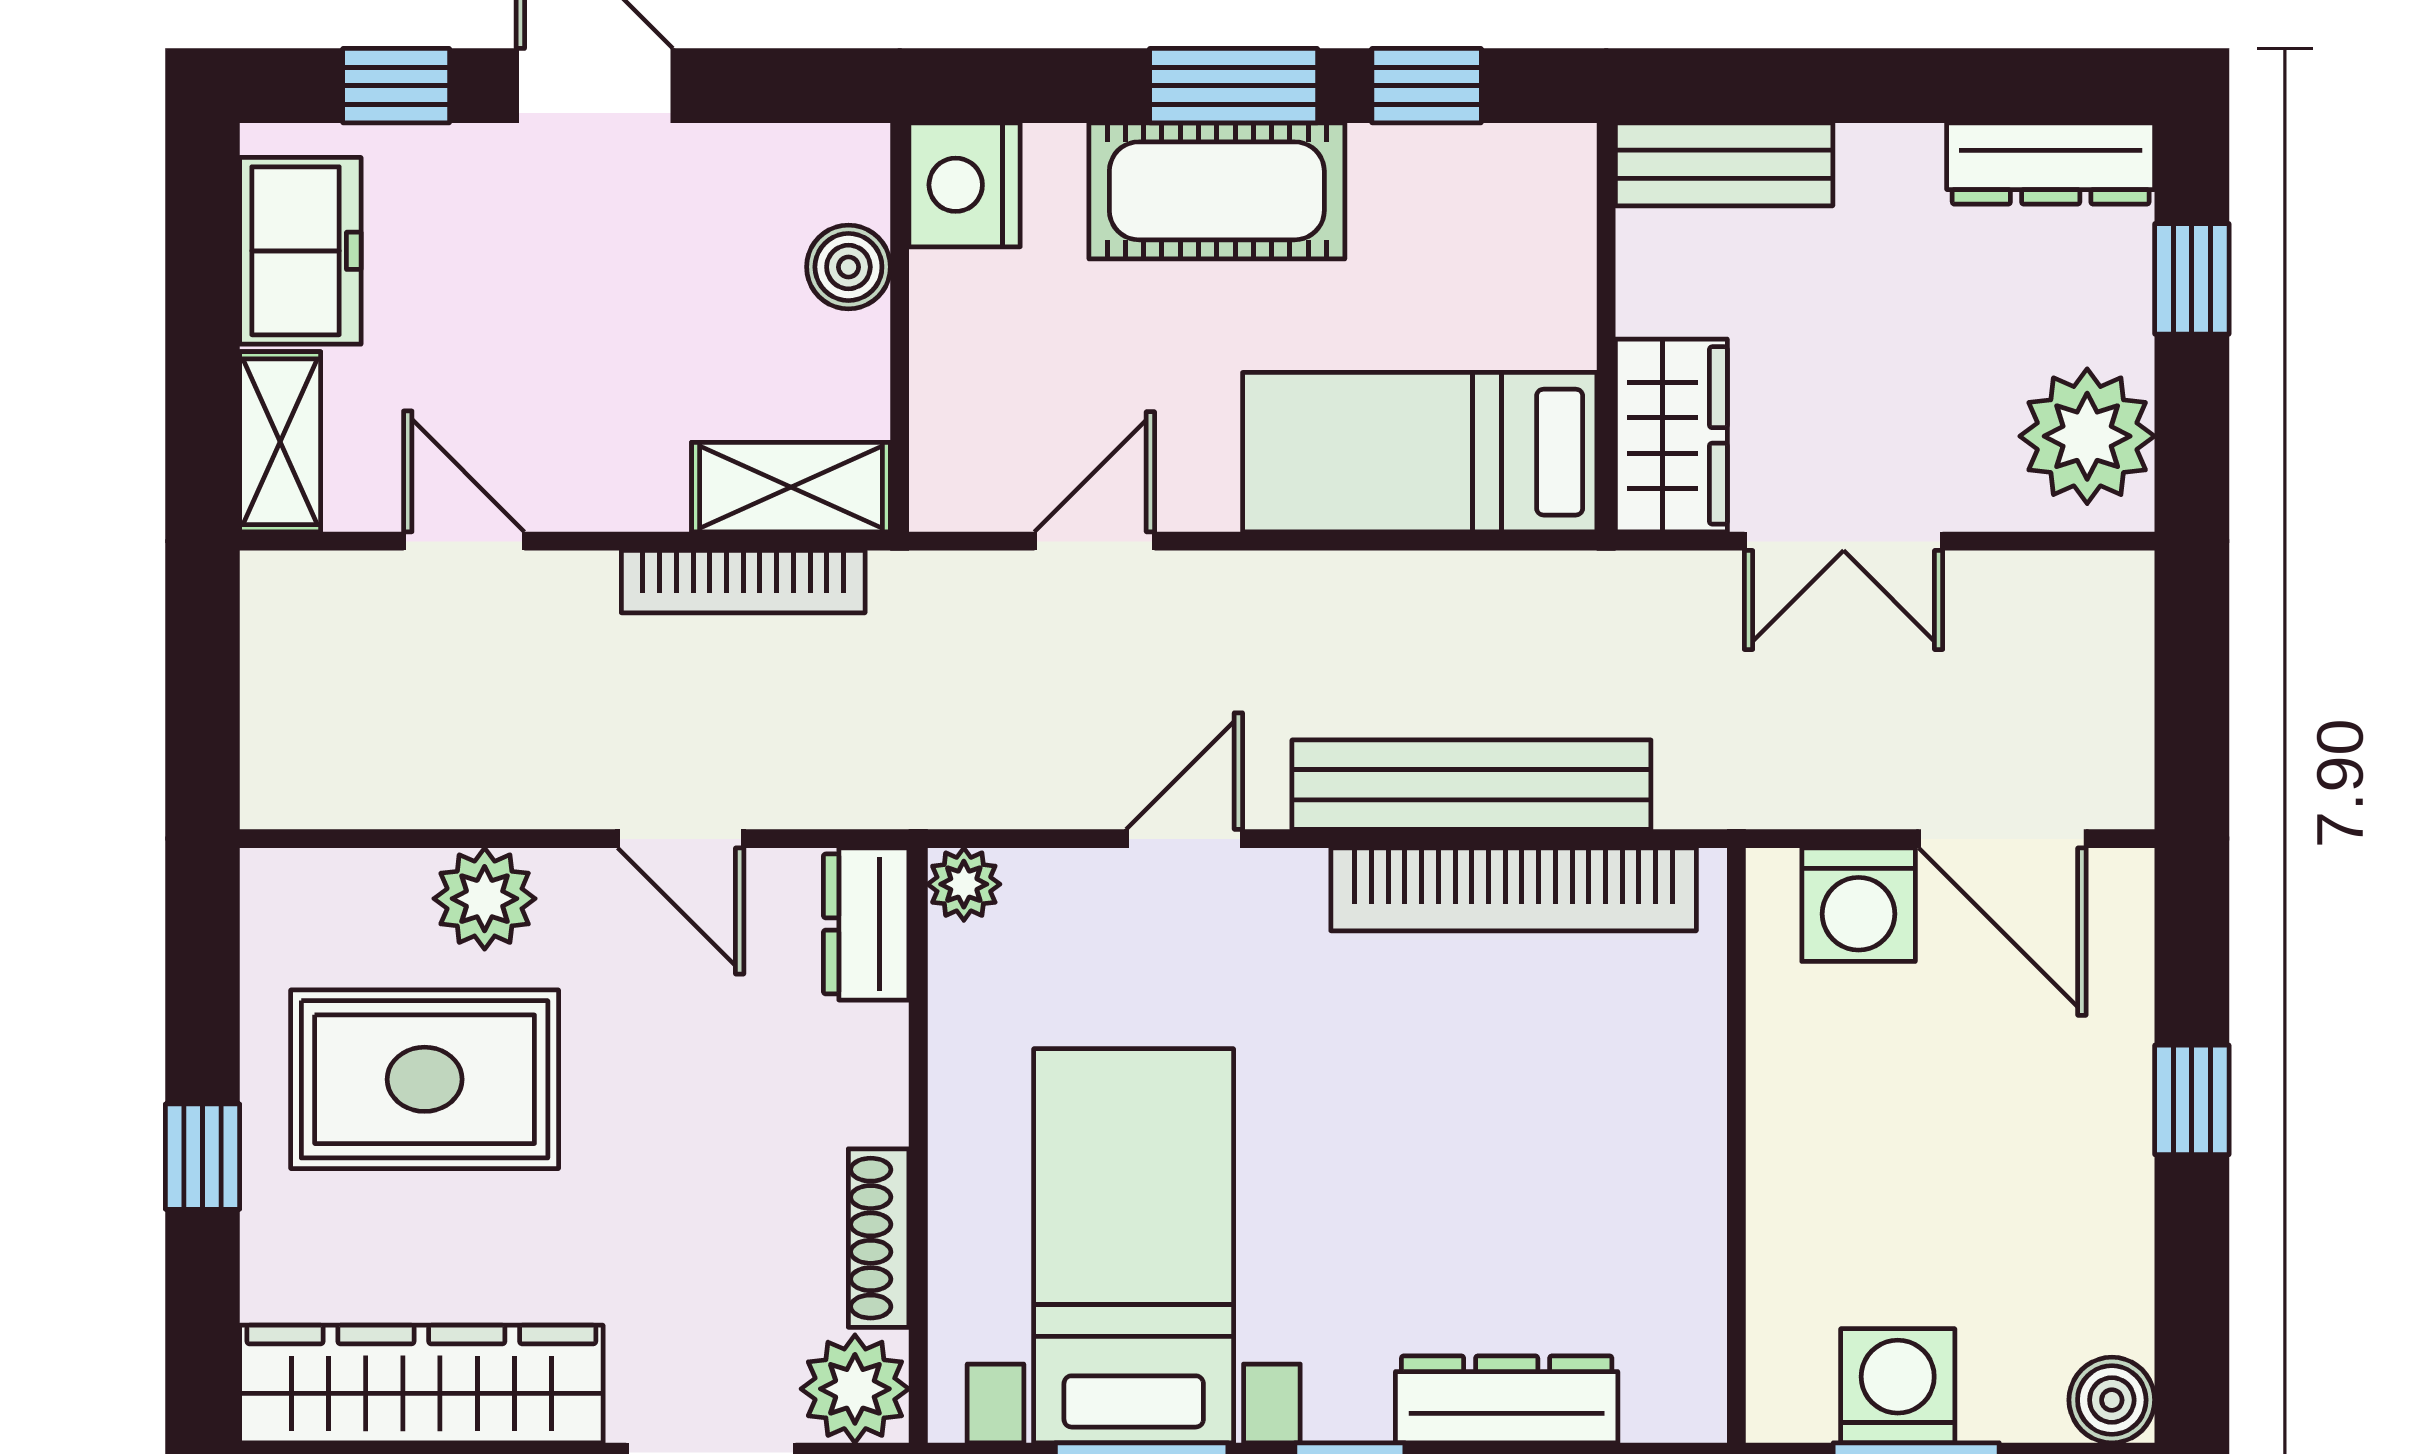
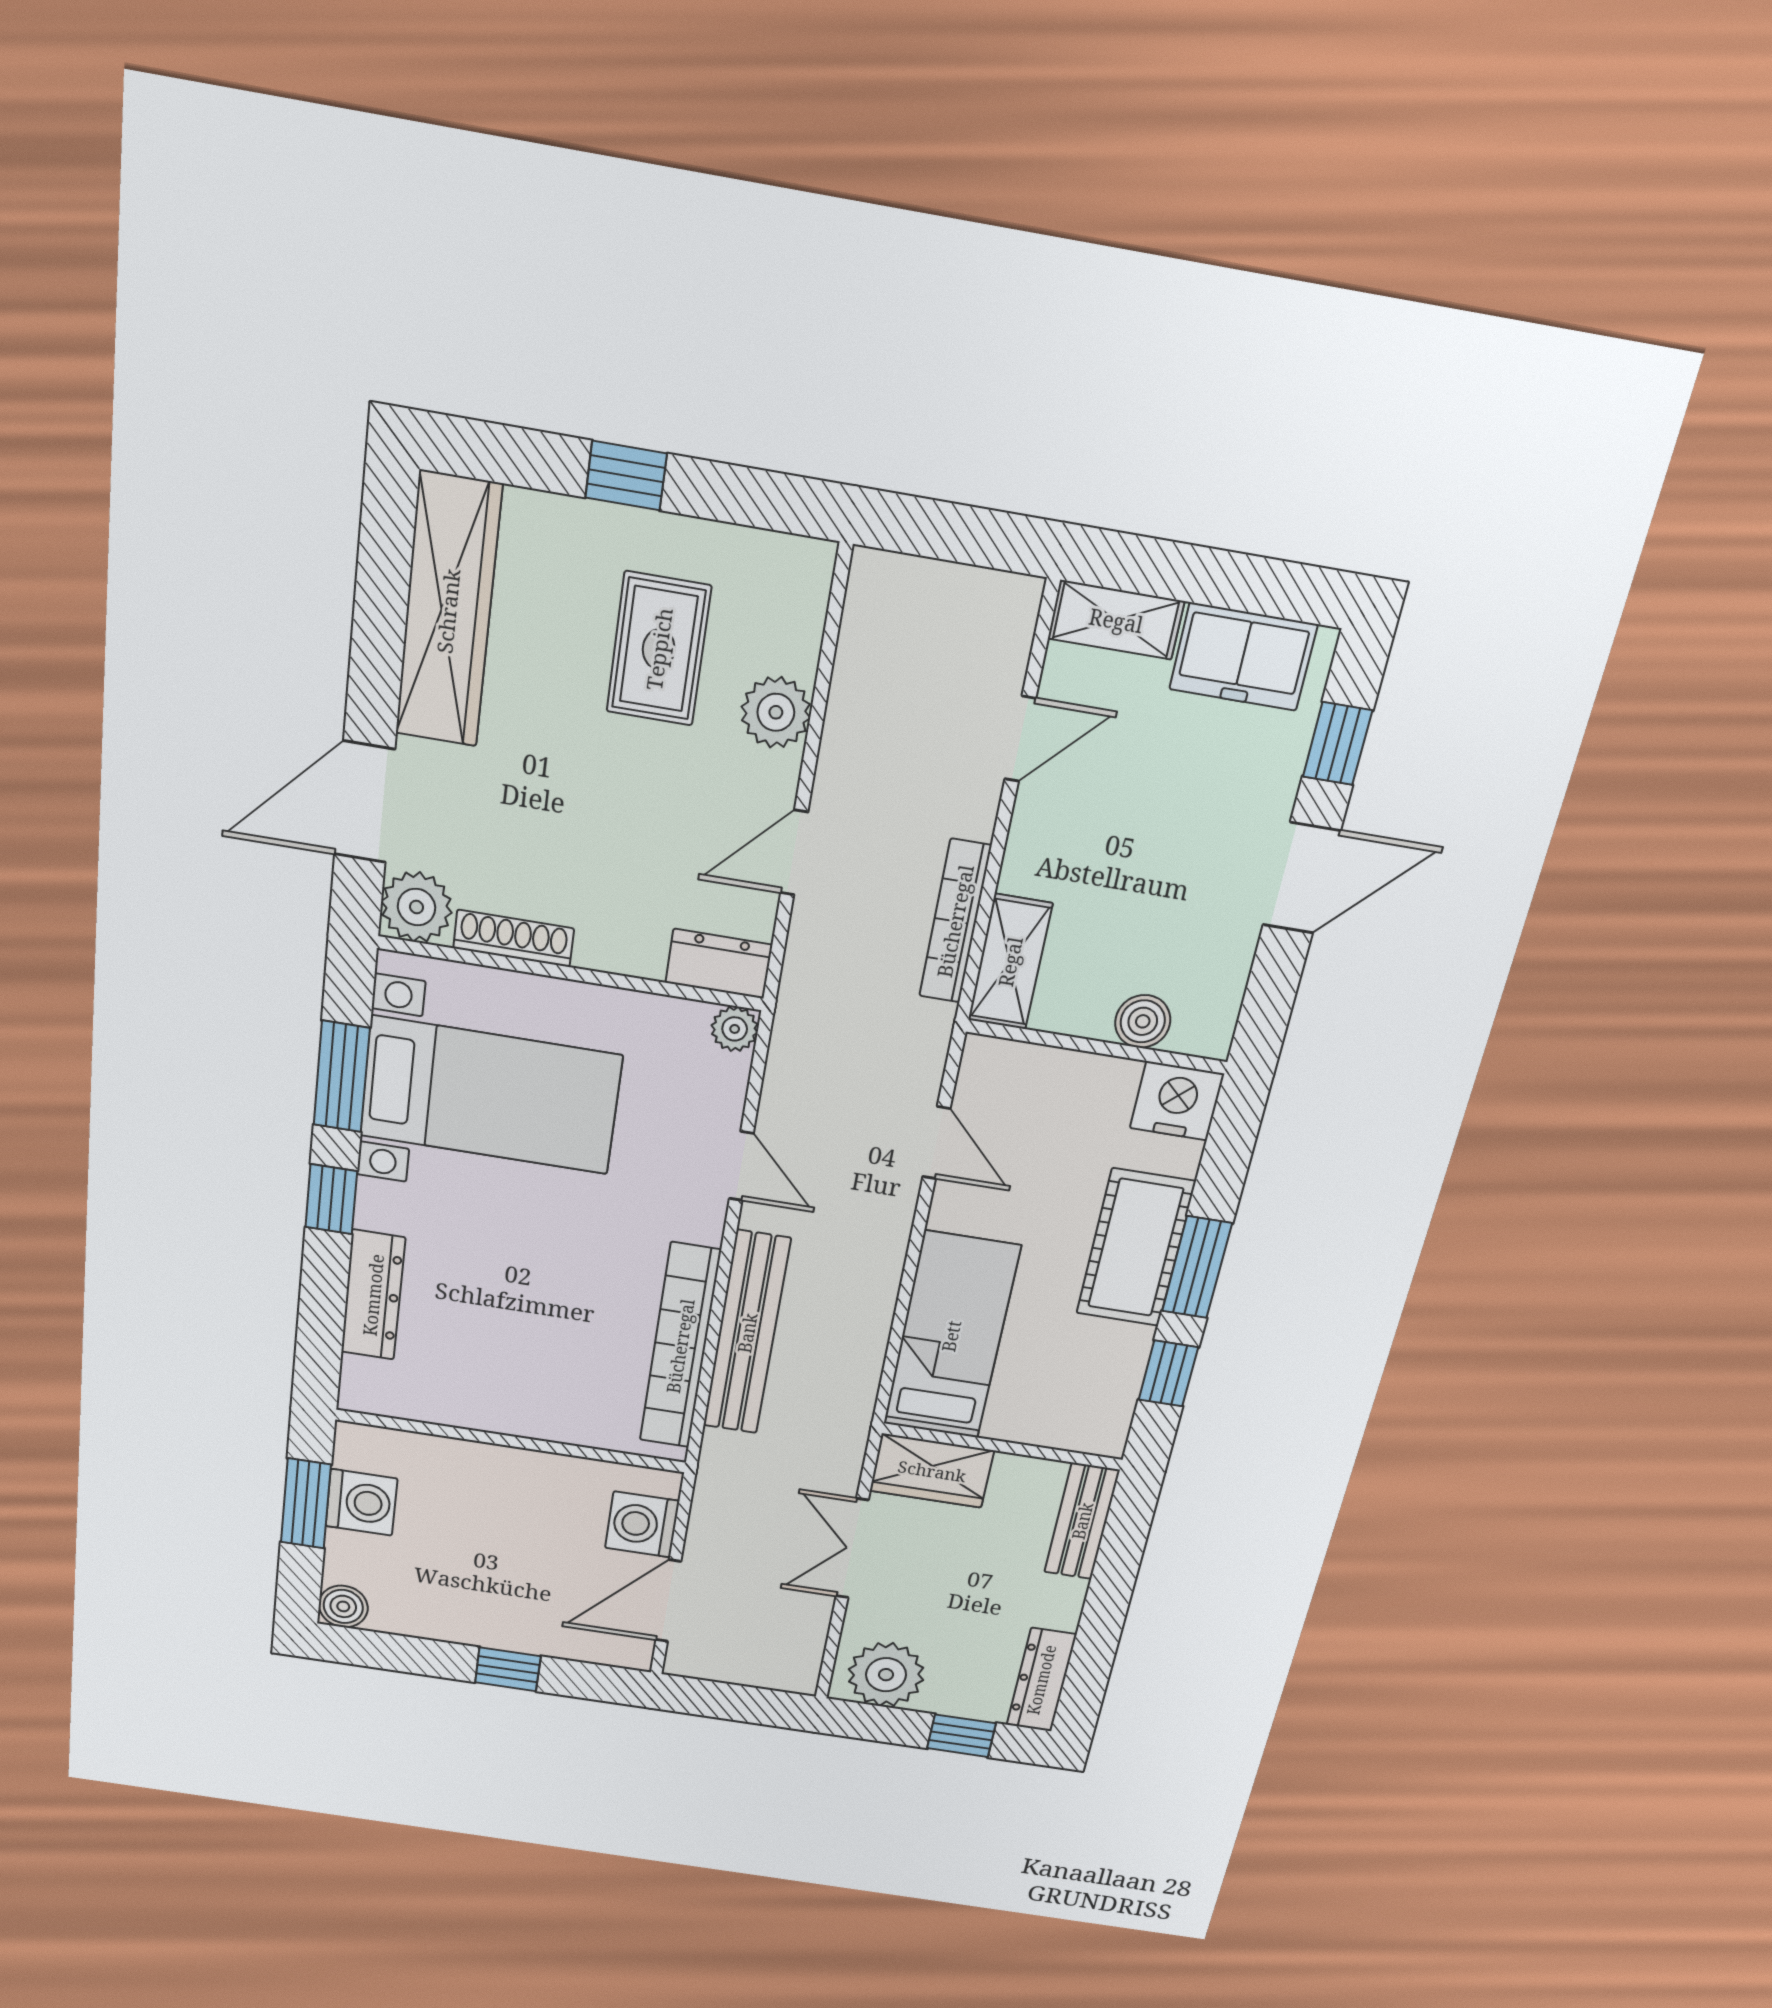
rug: (425, 1079) -> (659, 649), width x0.73, depth x0.70

